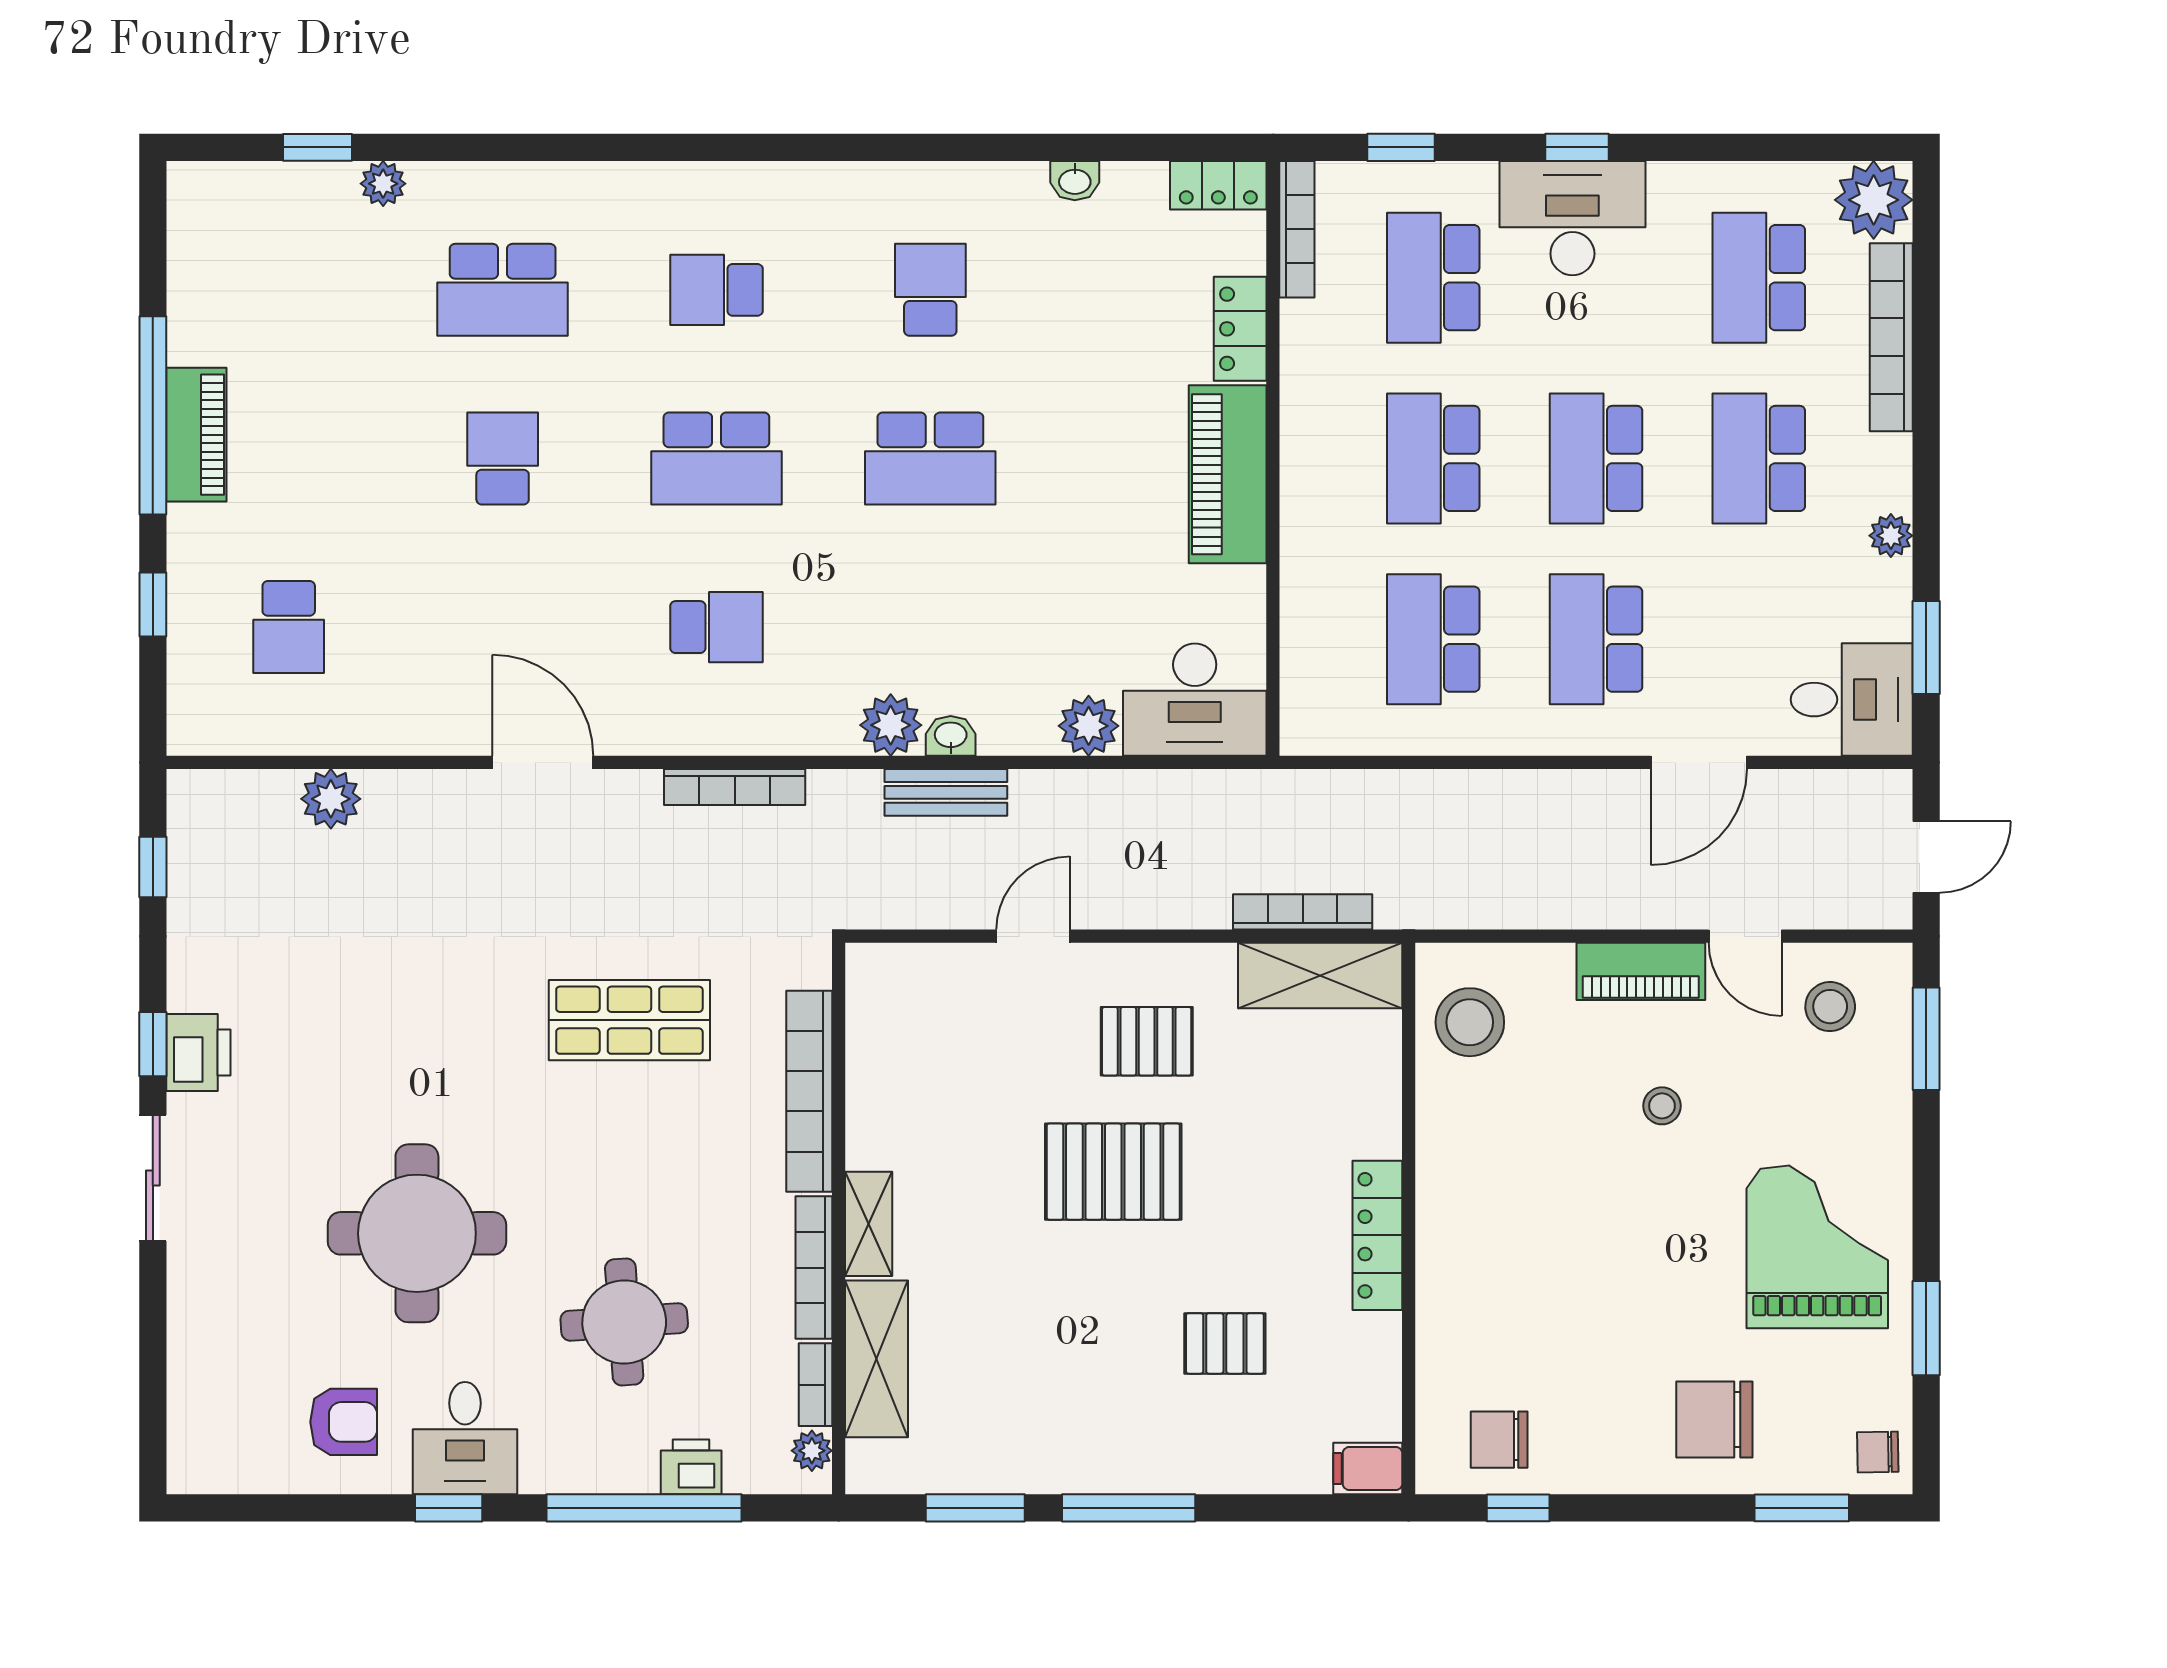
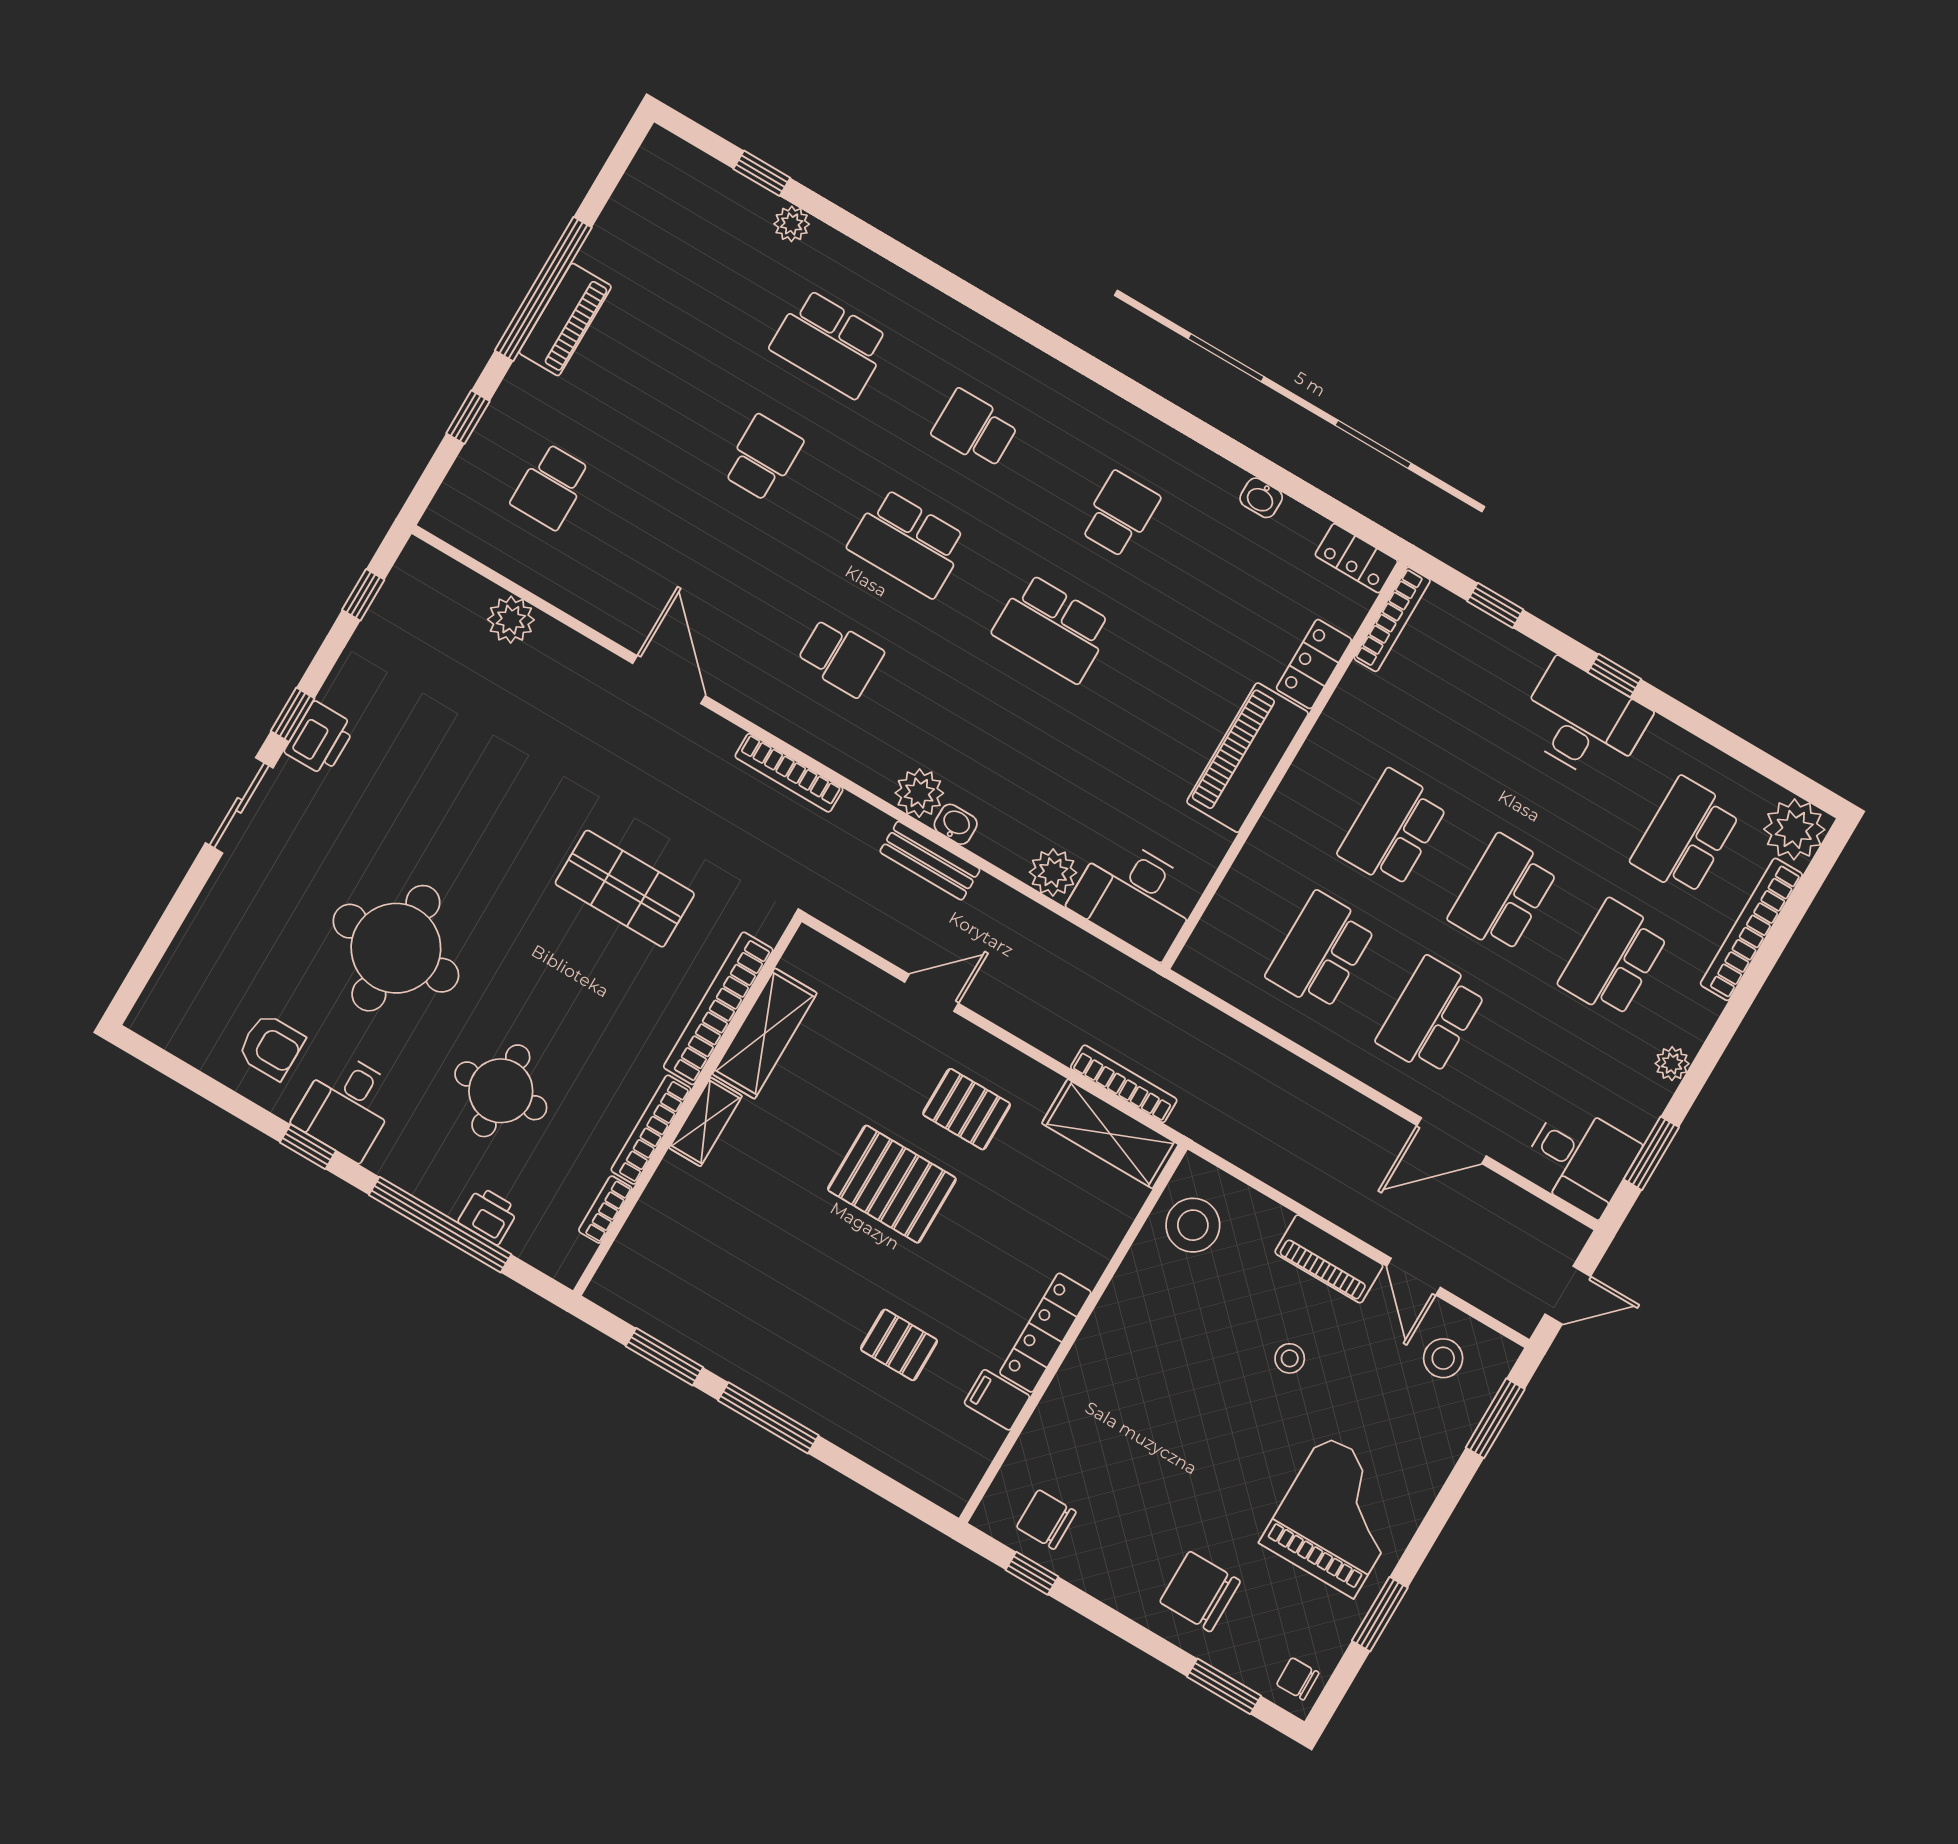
school desk: (1433, 278) -> (1465, 706), removed
shelving: (877, 1359) -> (765, 1034), moved
plant: (812, 1451) -> (577, 1253), removed
filing cabinet: (1368, 1468) -> (997, 1400), moved

